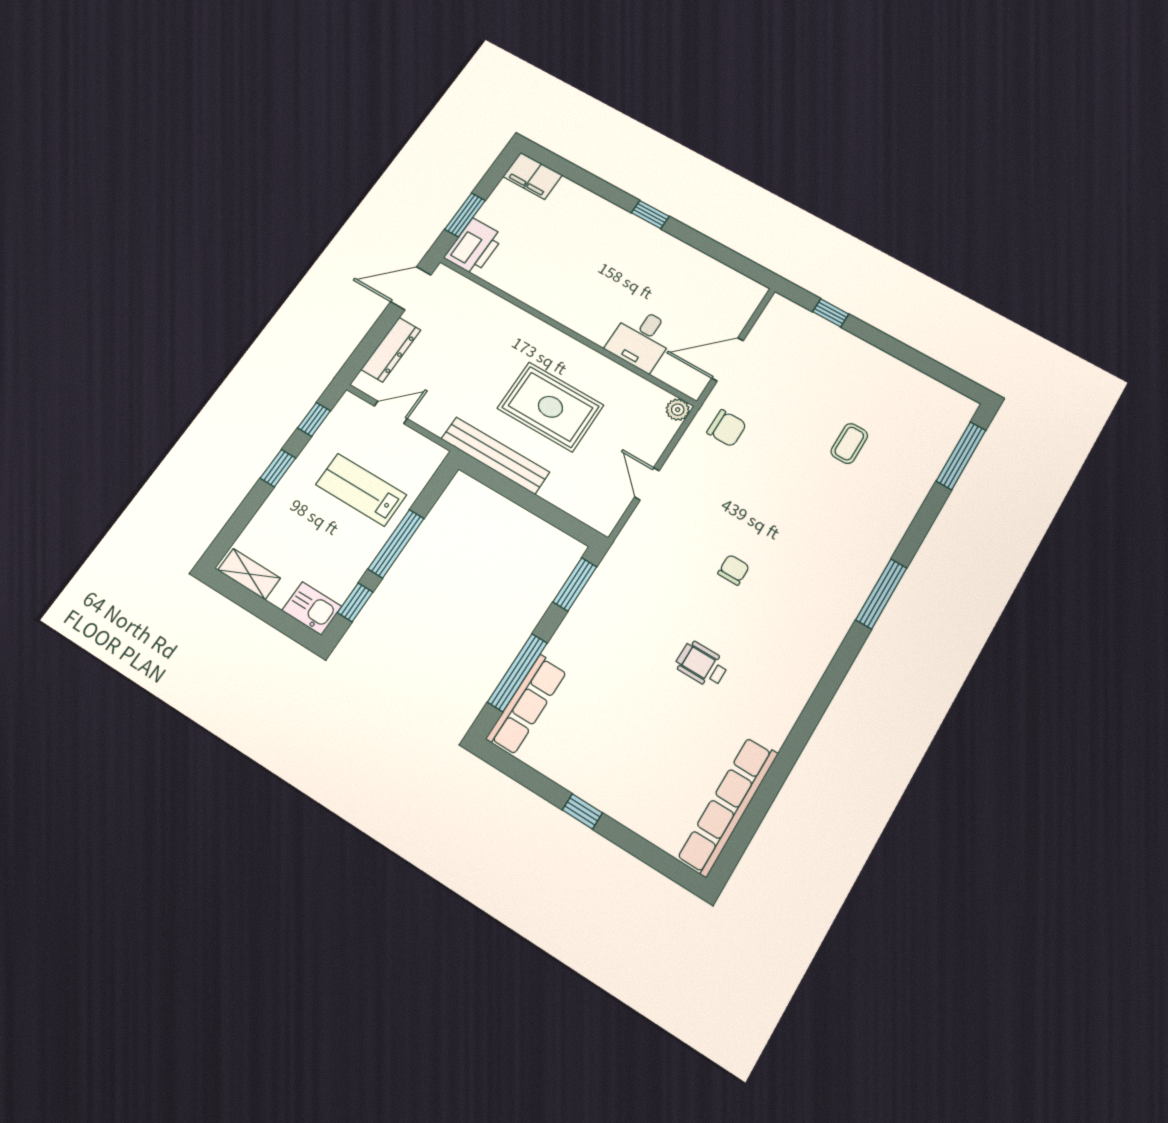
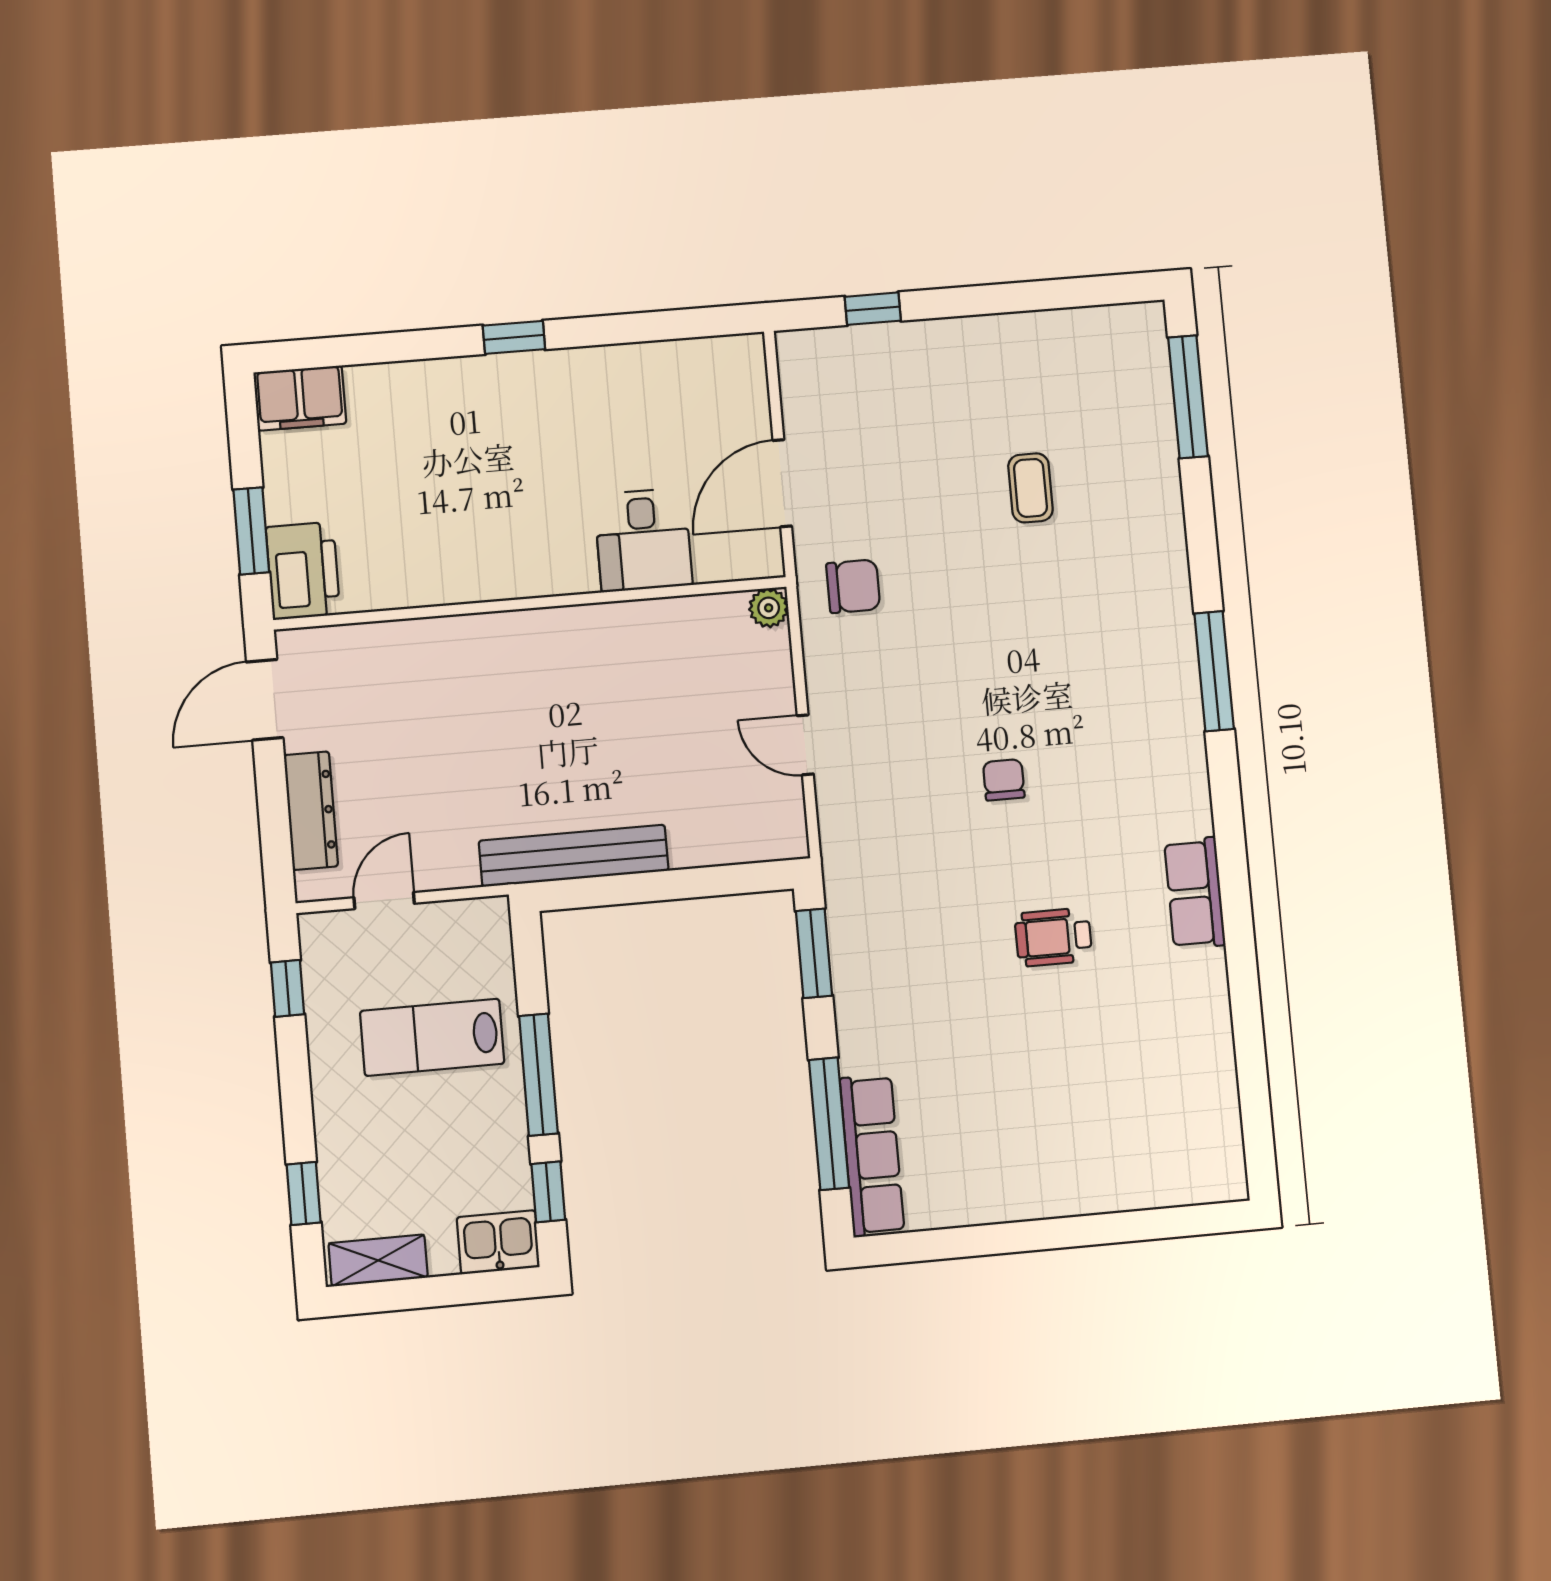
rug: (550, 407) -> (595, 731), removed
window: (278, 468) -> (304, 1193), moved
row of seats: (728, 806) -> (1195, 893), moved, width x0.50
window: (582, 811) -> (1042, 1235), removed

